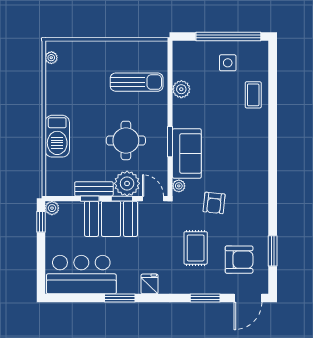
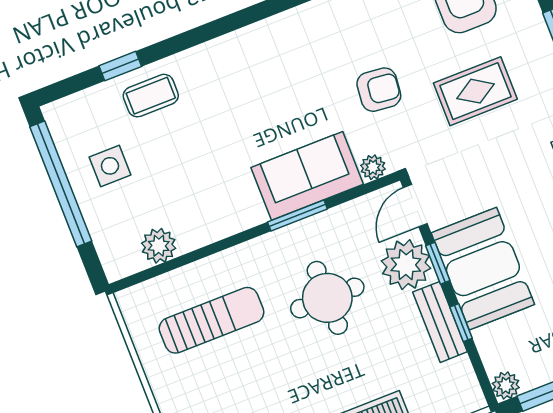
sun lounger: (137, 82) -> (211, 320), turned 90
window: (273, 86) -> (120, 66), added
plant: (181, 89) -> (159, 246), moved

